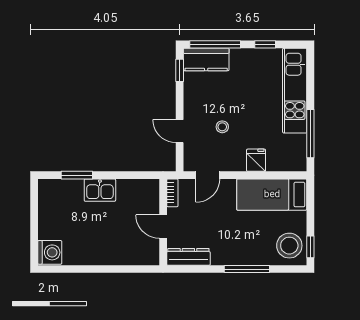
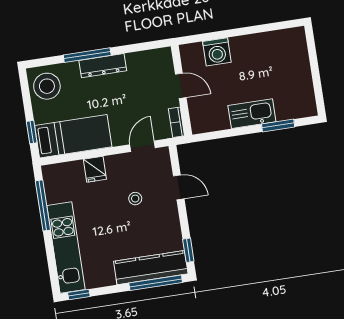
window: (265, 44) -> (79, 295), moved
kitchen counter: (206, 59) -> (151, 268), width x1.50
kitchen sink: (100, 190) -> (252, 114), width x1.38
window: (310, 247) -> (32, 132), moved
washing machine: (50, 252) -> (217, 52), moved, turned -90
dresser: (188, 257) -> (103, 66), moved

